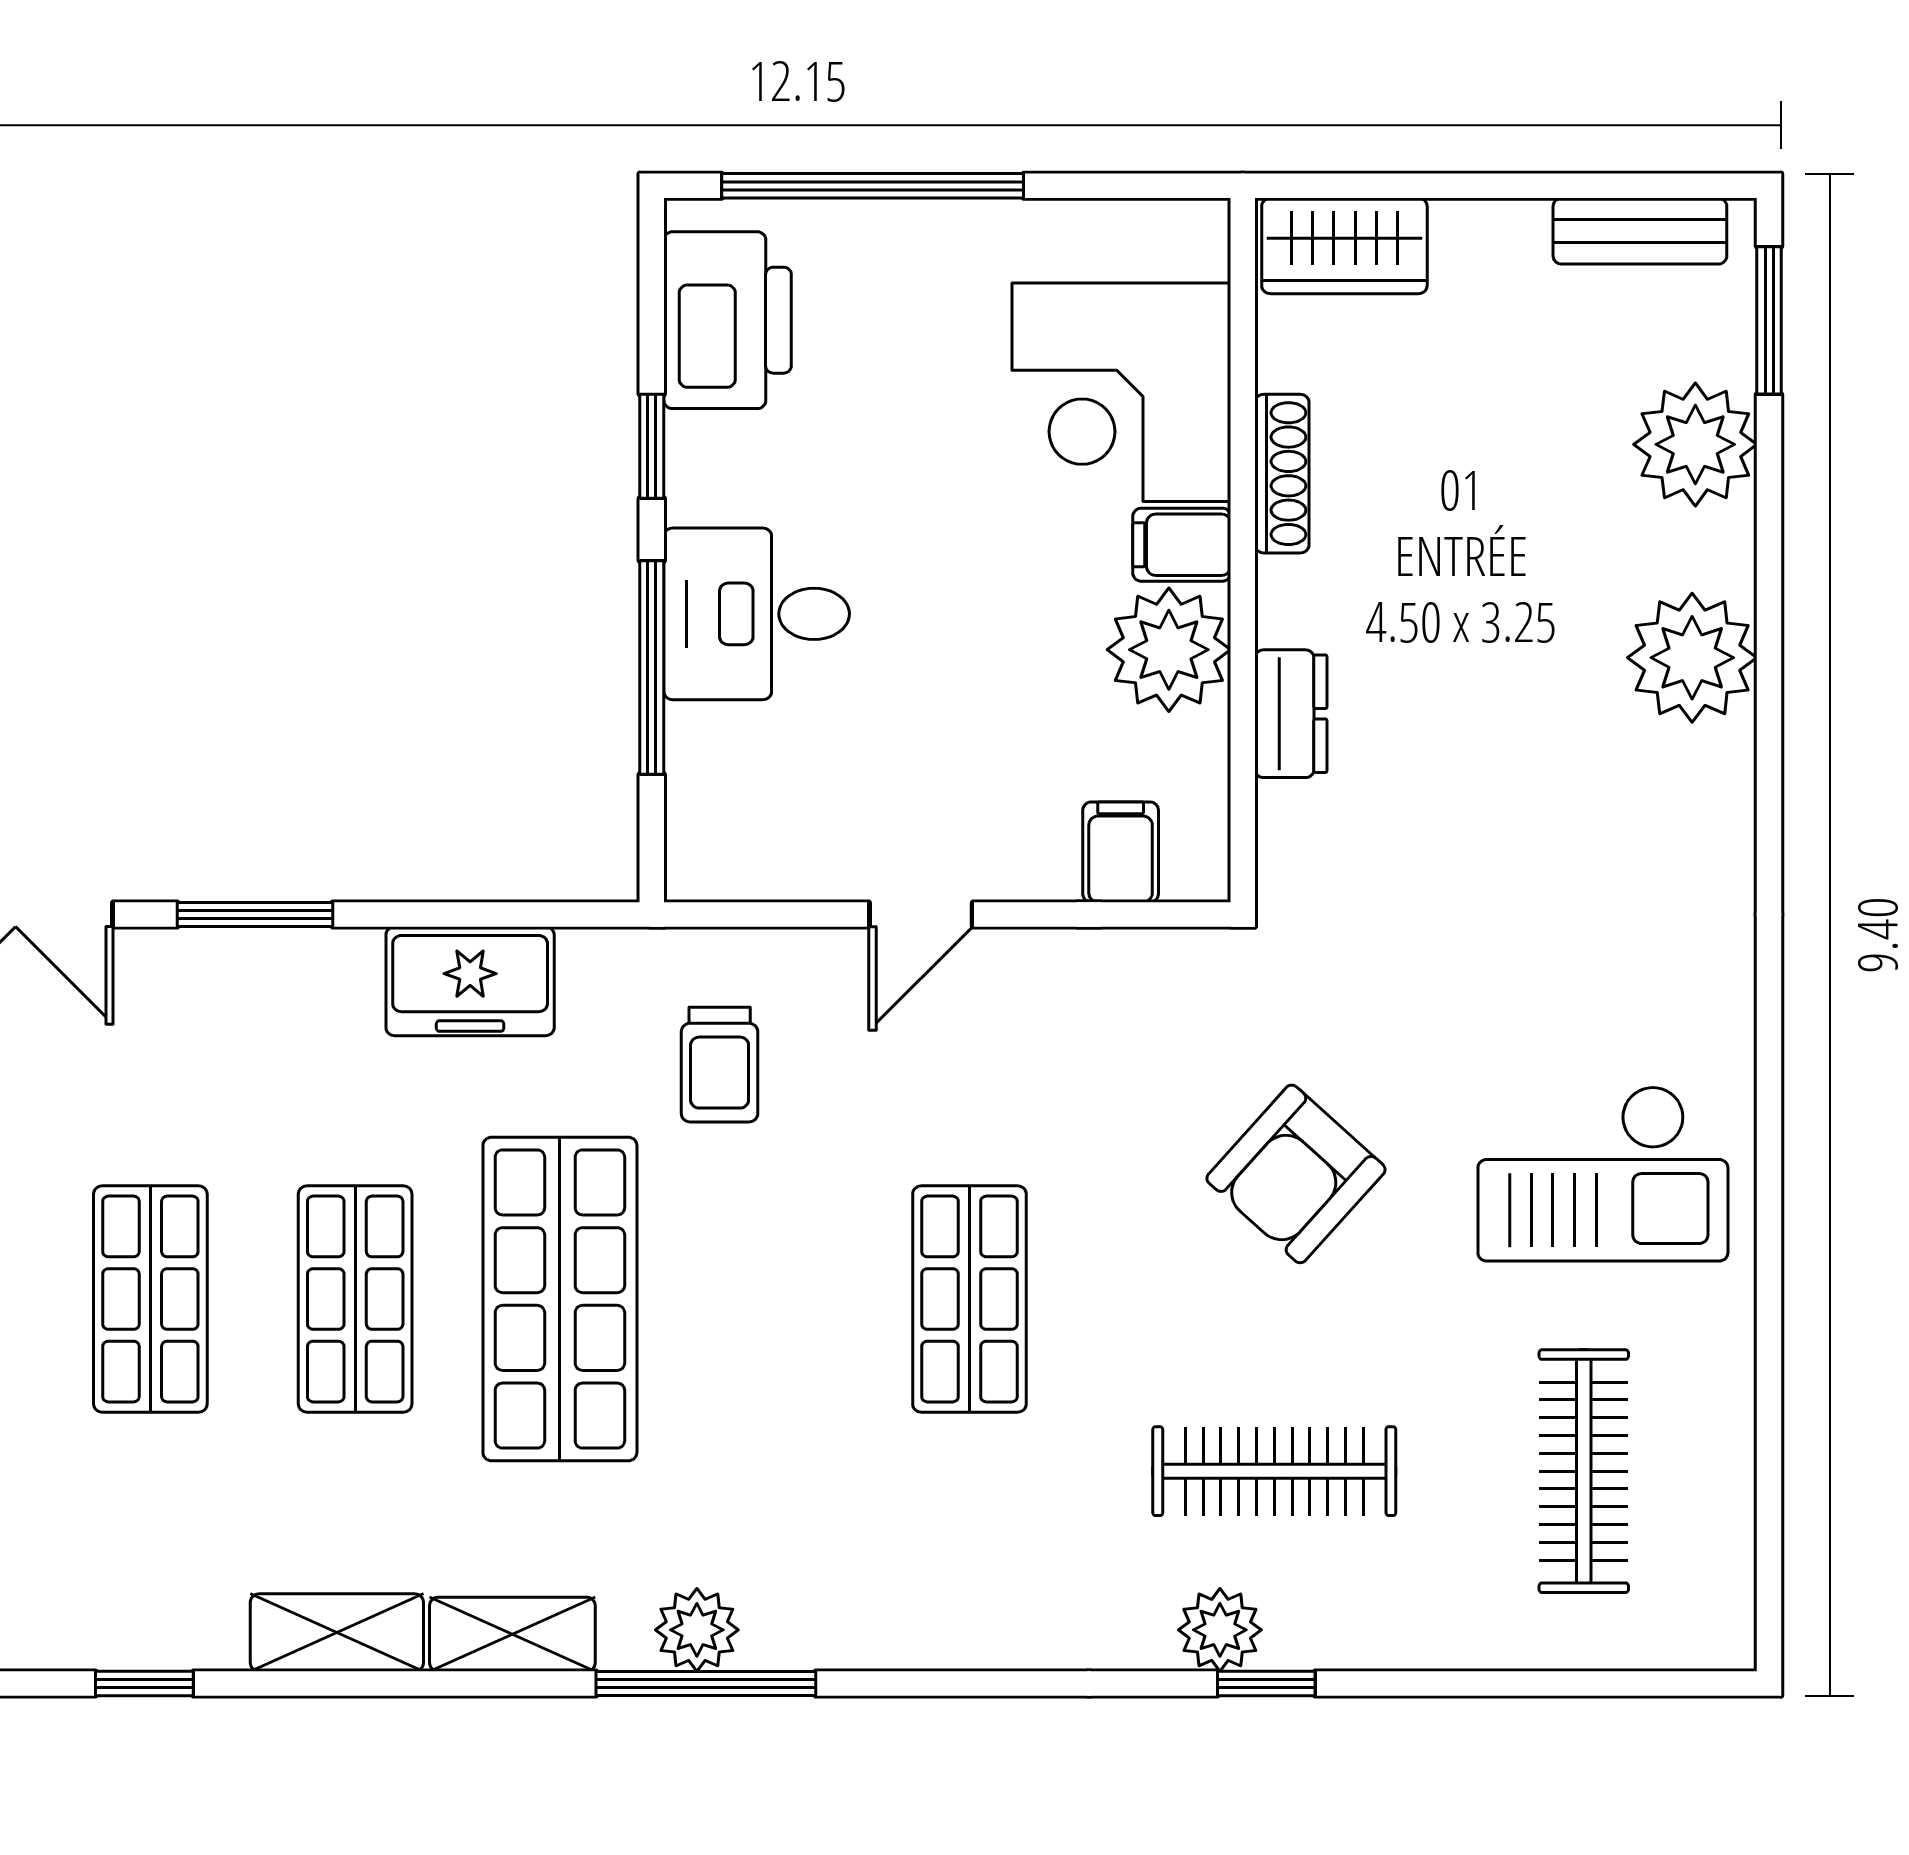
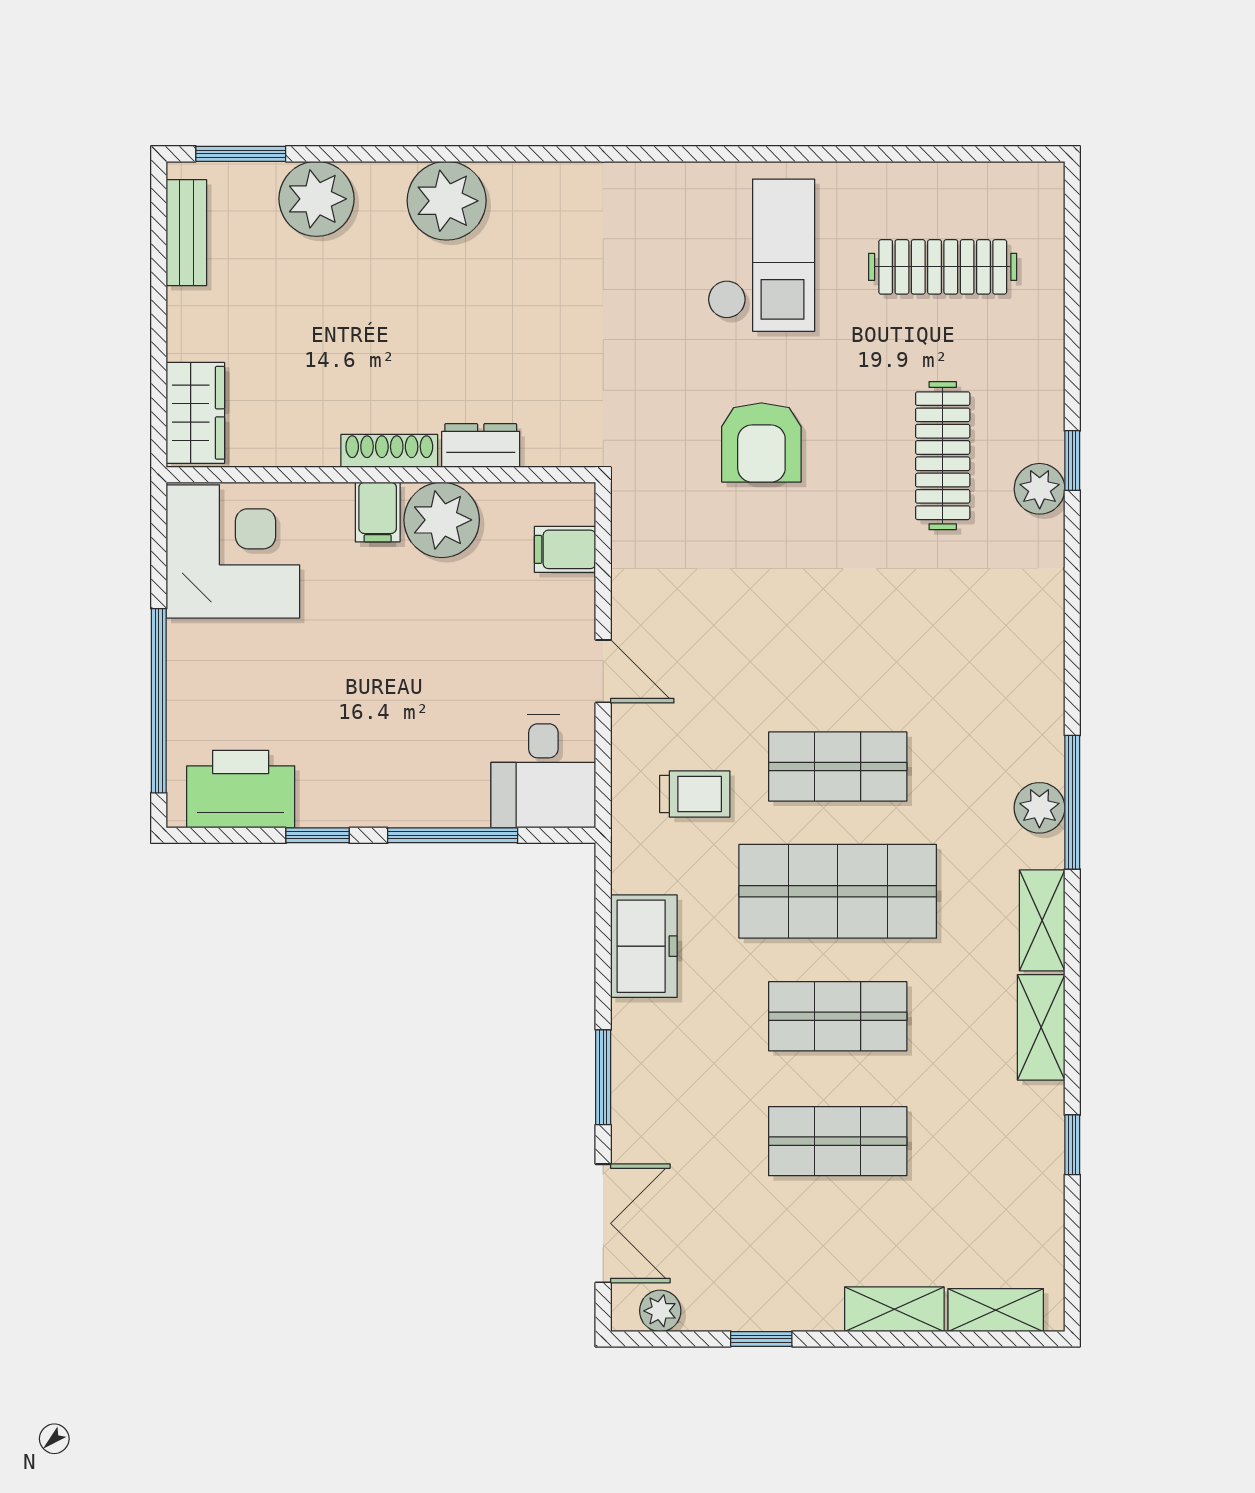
corner desk: (1121, 392) -> (233, 551), moved, turned -90
shoe rack: (1282, 474) -> (389, 451), moved
desk: (757, 614) -> (543, 771), moved
armchair: (1296, 1174) -> (761, 442), turned 48
shop shelf: (969, 1299) -> (838, 766), moved

